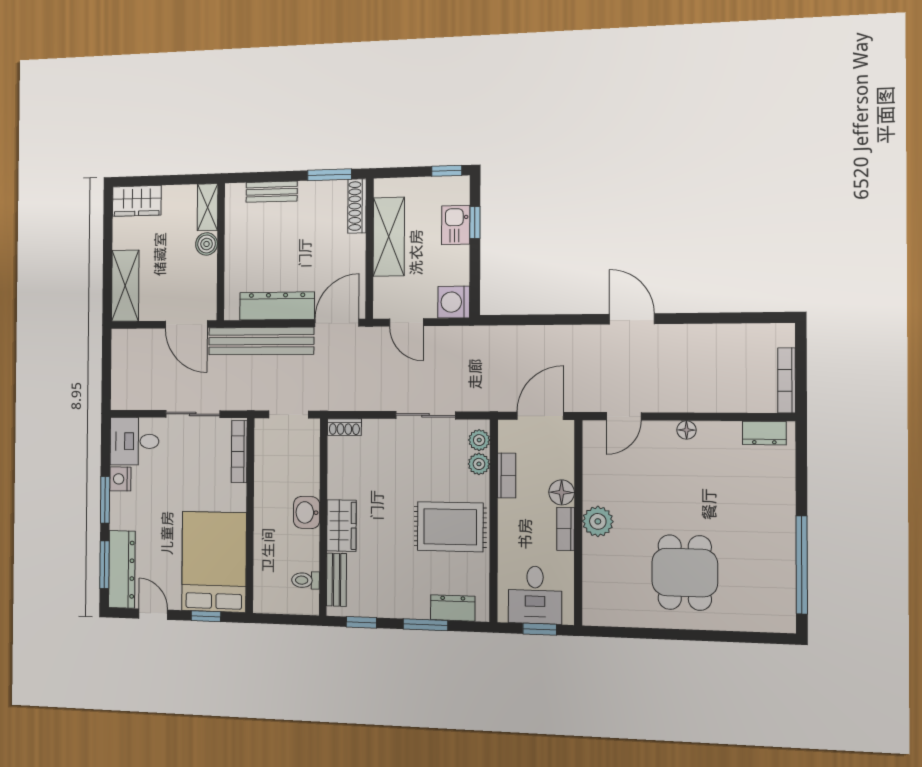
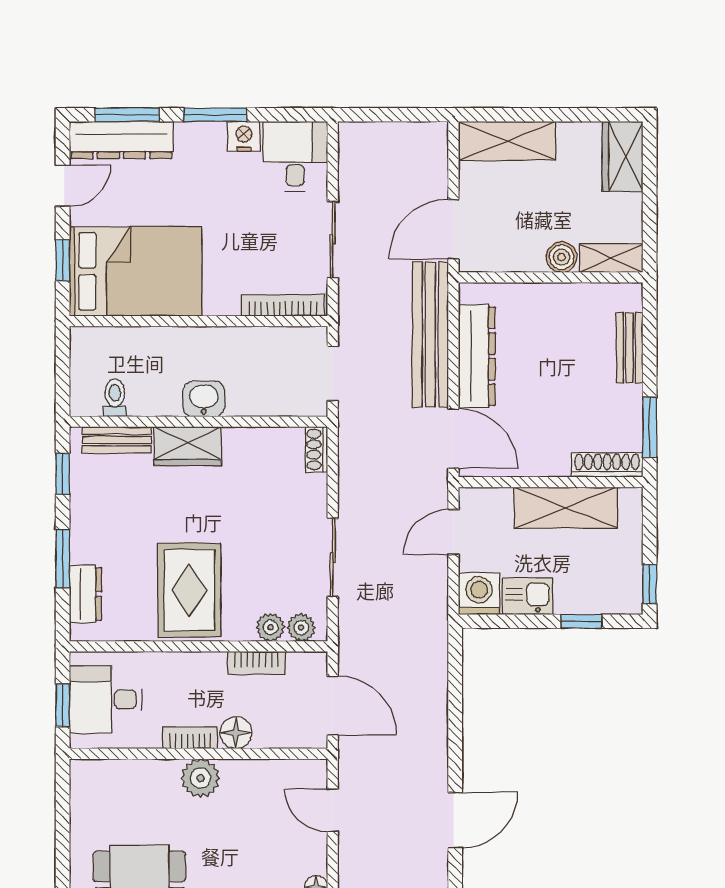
kitchen sink: (456, 225) -> (528, 596), moved

